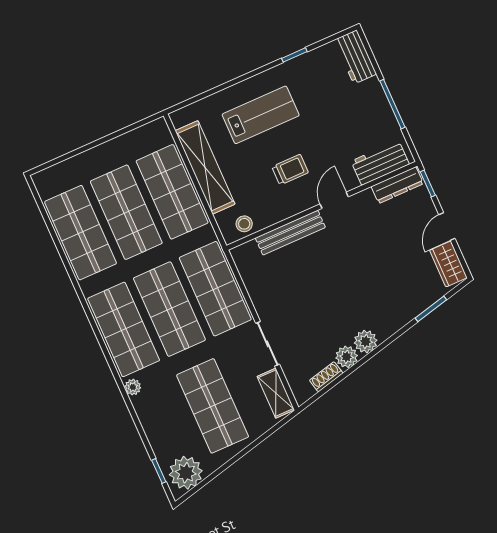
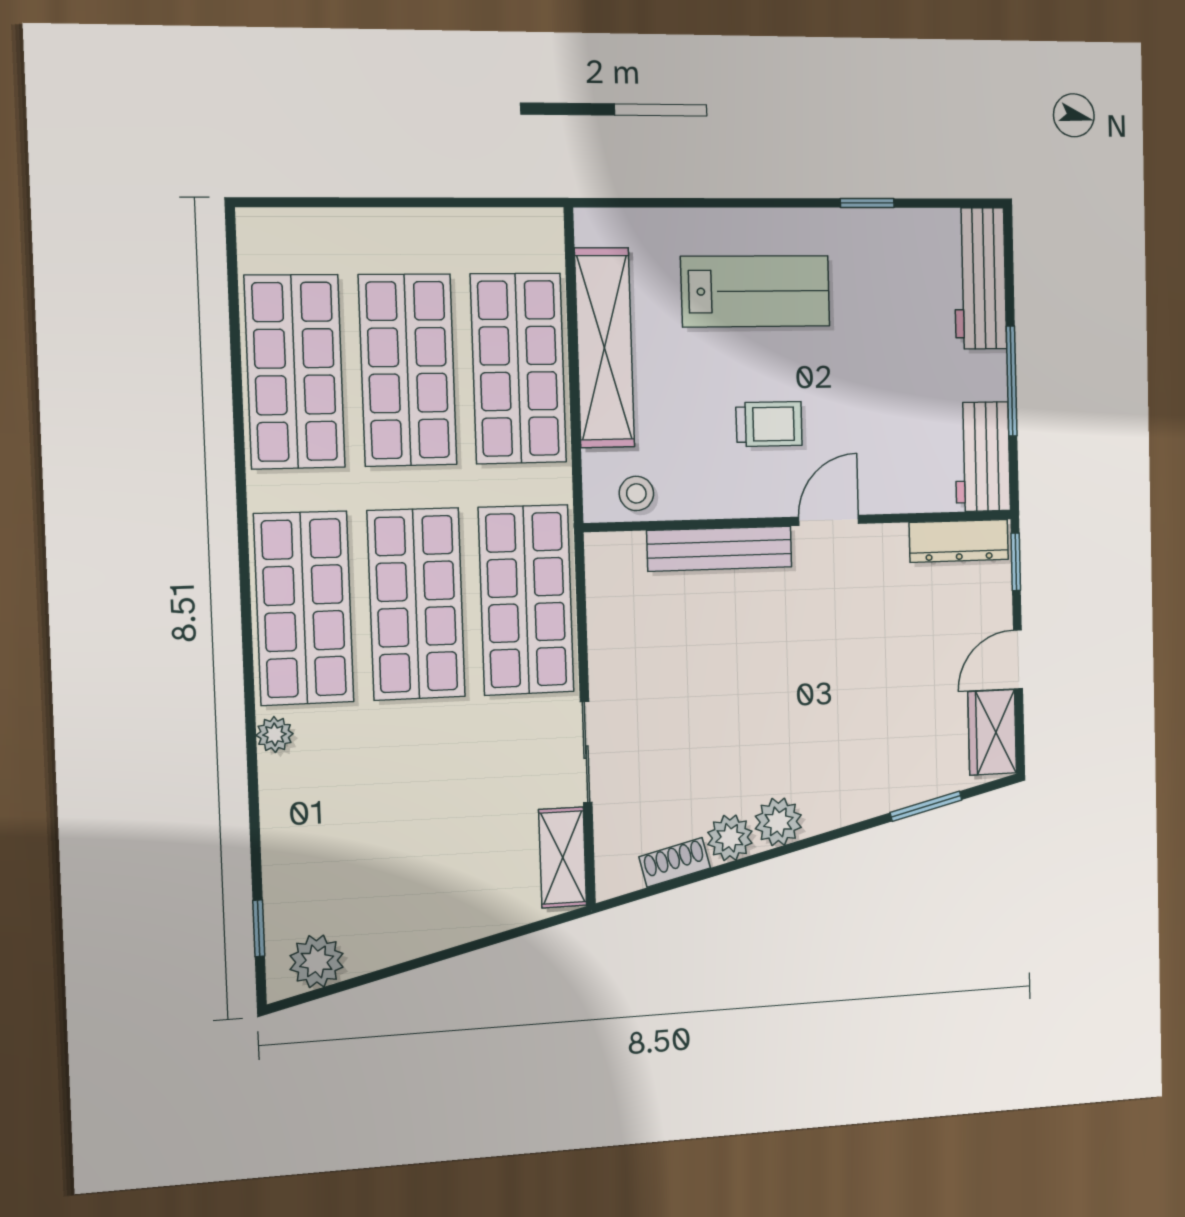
workbench: (355, 57) -> (980, 278), width x1.38
workbench: (380, 163) -> (982, 457), moved, turned -90
shop shelf: (213, 406) -> (425, 835), removed
plant: (186, 473) -> (317, 961), width x0.73, depth x0.73

